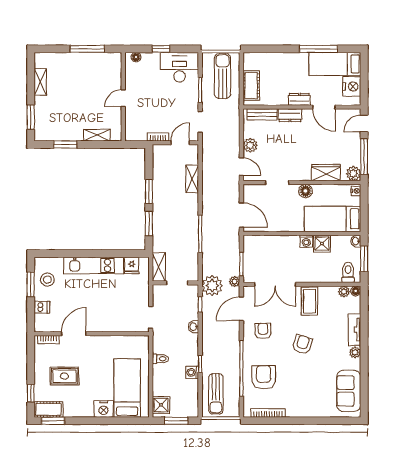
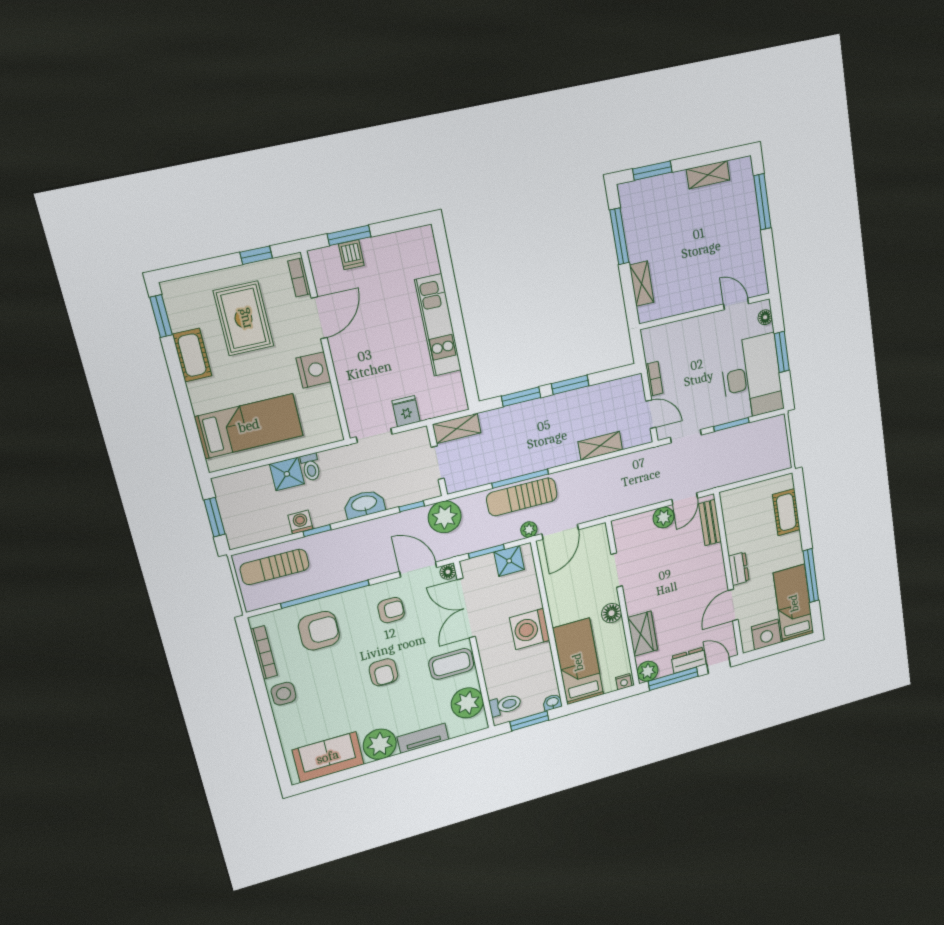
window: (87, 49) -> (762, 202), moved
window: (161, 49) -> (782, 352), width x1.50
desk: (180, 67) -> (752, 377), width x1.36, depth x1.30
sun lounger: (223, 76) -> (522, 497), moved, turned 180
cot: (251, 85) -> (786, 512), moved, turned 90
door: (123, 98) -> (736, 304), moved
dresser: (290, 115) -> (689, 660), moved, turned 90
window: (65, 144) -> (619, 236), width x1.44
door: (241, 167) -> (685, 499), moved
washing machine: (306, 241) -> (530, 629), width x1.89, depth x1.89
shower: (322, 244) -> (509, 561), moved
fridge: (132, 265) -> (406, 411), moved, turned 90
stool: (47, 280) -> (399, 254), removed
plant: (234, 282) -> (529, 530), moved
window: (31, 284) -> (349, 235), moved
floor lamp: (356, 291) -> (448, 572), moved
plant: (344, 292) -> (467, 703), width x1.87, depth x1.87
washbasin: (193, 327) -> (364, 504), width x1.91, depth x1.45
door: (74, 334) -> (319, 318), hinge flipped
armchair: (302, 344) -> (383, 672), turned 73
plant: (355, 352) -> (380, 744), width x1.87, depth x1.87
rug: (64, 376) -> (244, 318), width x1.36, depth x1.43
window: (31, 393) -> (256, 255), moved
shower: (161, 405) -> (287, 474), moved
side table: (298, 408) -> (284, 694), added
cot: (49, 409) -> (192, 355), moved
nightstand: (104, 409) -> (314, 370), moved, turned 180

